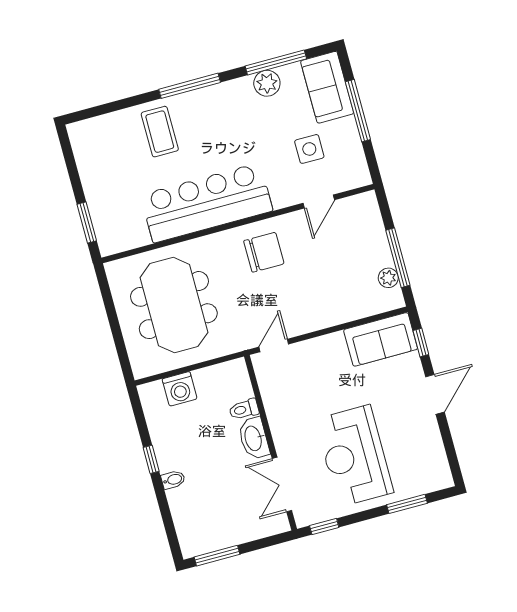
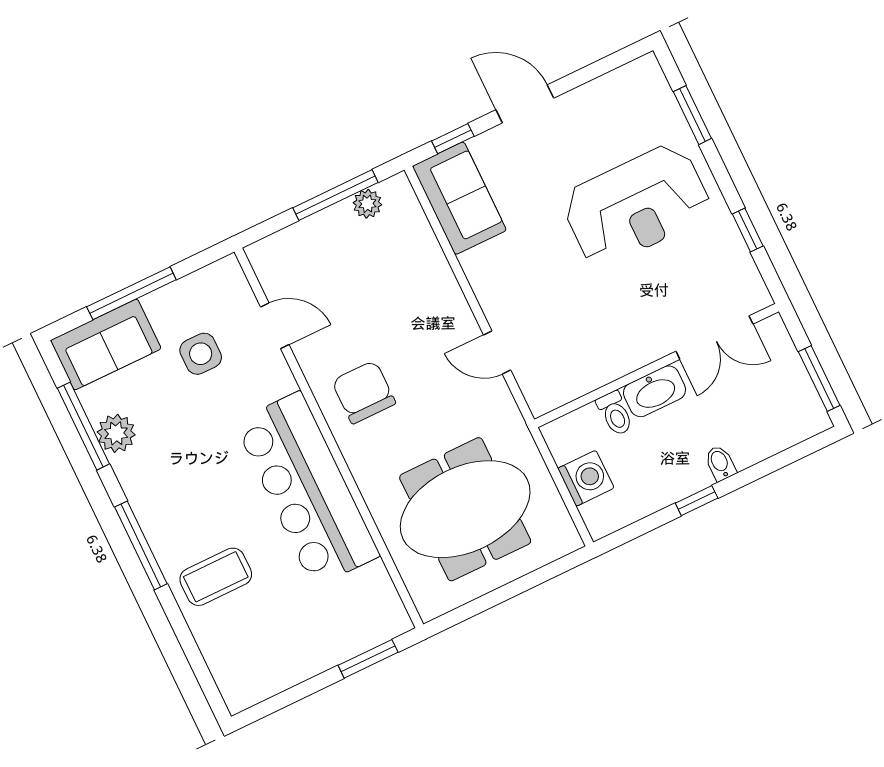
toilet: (244, 409) -> (615, 413), moved
washbasin: (254, 438) -> (655, 391), moved
wall: (271, 443) -> (657, 366), moved
double door: (282, 484) -> (714, 338), moved

